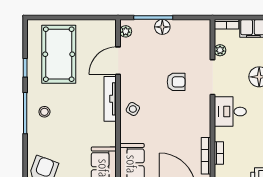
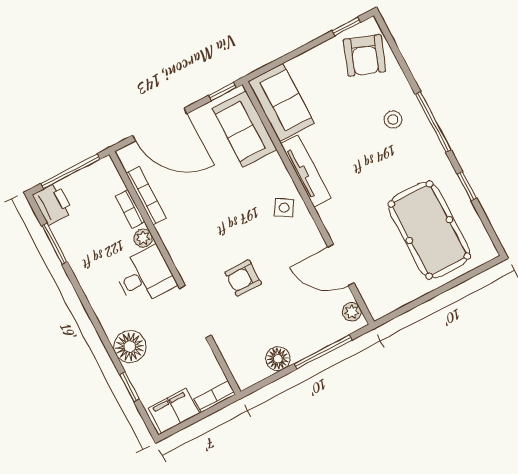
floor lamp: (162, 27) -> (278, 359), moved
plant: (220, 50) -> (143, 238), moved
door: (118, 61) -> (341, 265), swing flipped
tv unit: (110, 99) -> (306, 171), moved
stool: (44, 112) -> (393, 119), moved

